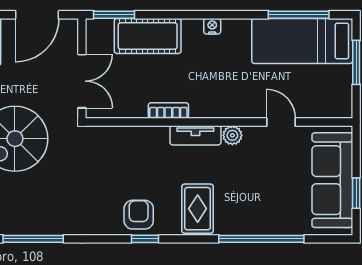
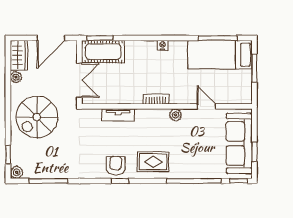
cot: (148, 36) -> (103, 52), moved
bookcase: (168, 111) -> (156, 99), moved
tv unit: (195, 135) -> (118, 115), moved
rug: (198, 209) -> (153, 162), turned 90
window: (331, 239) -> (239, 181), added

